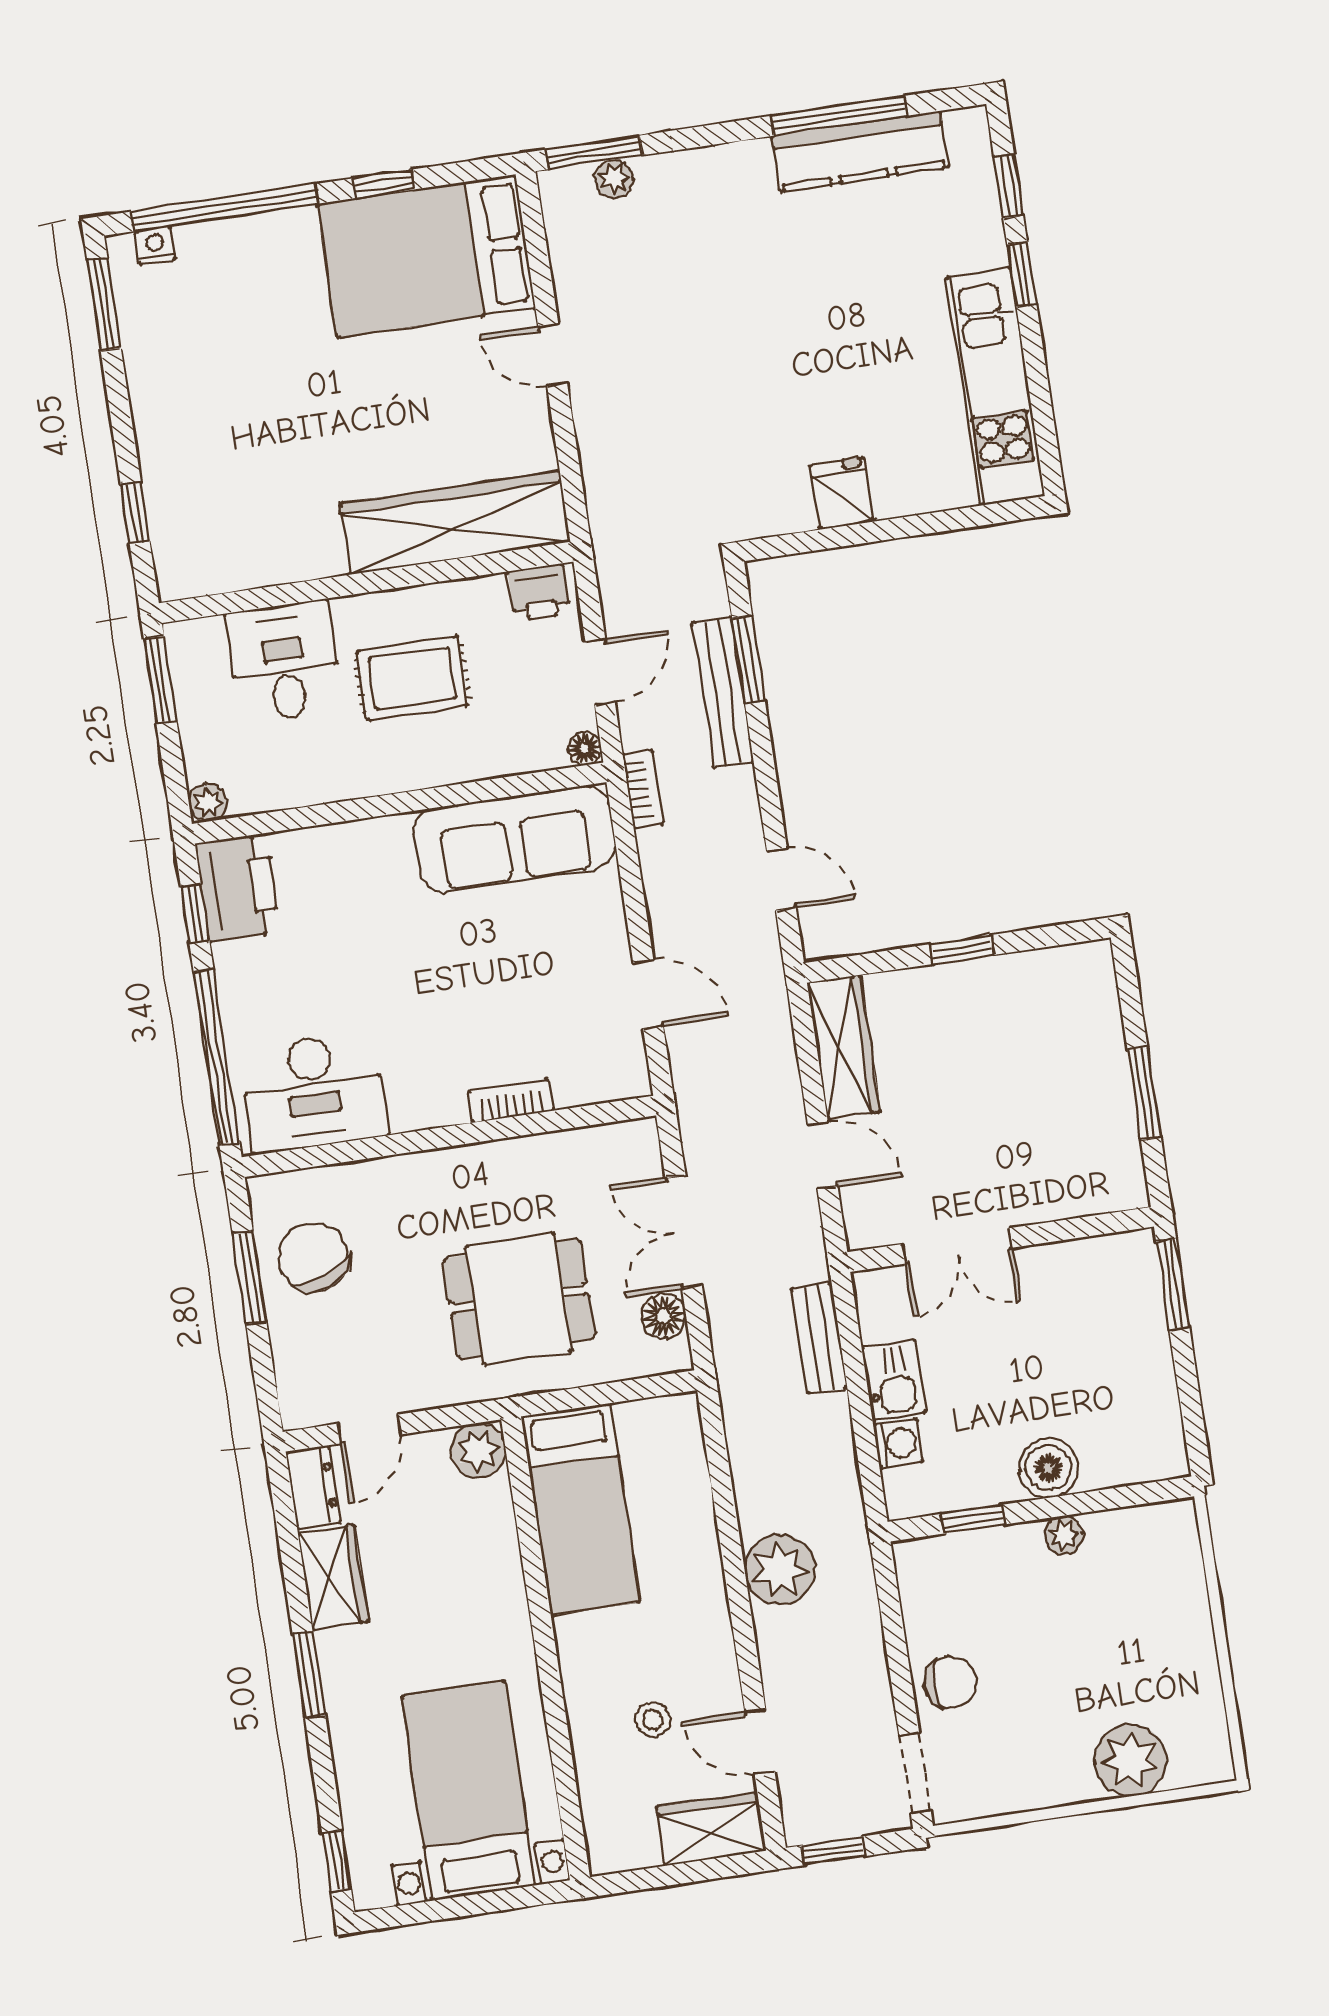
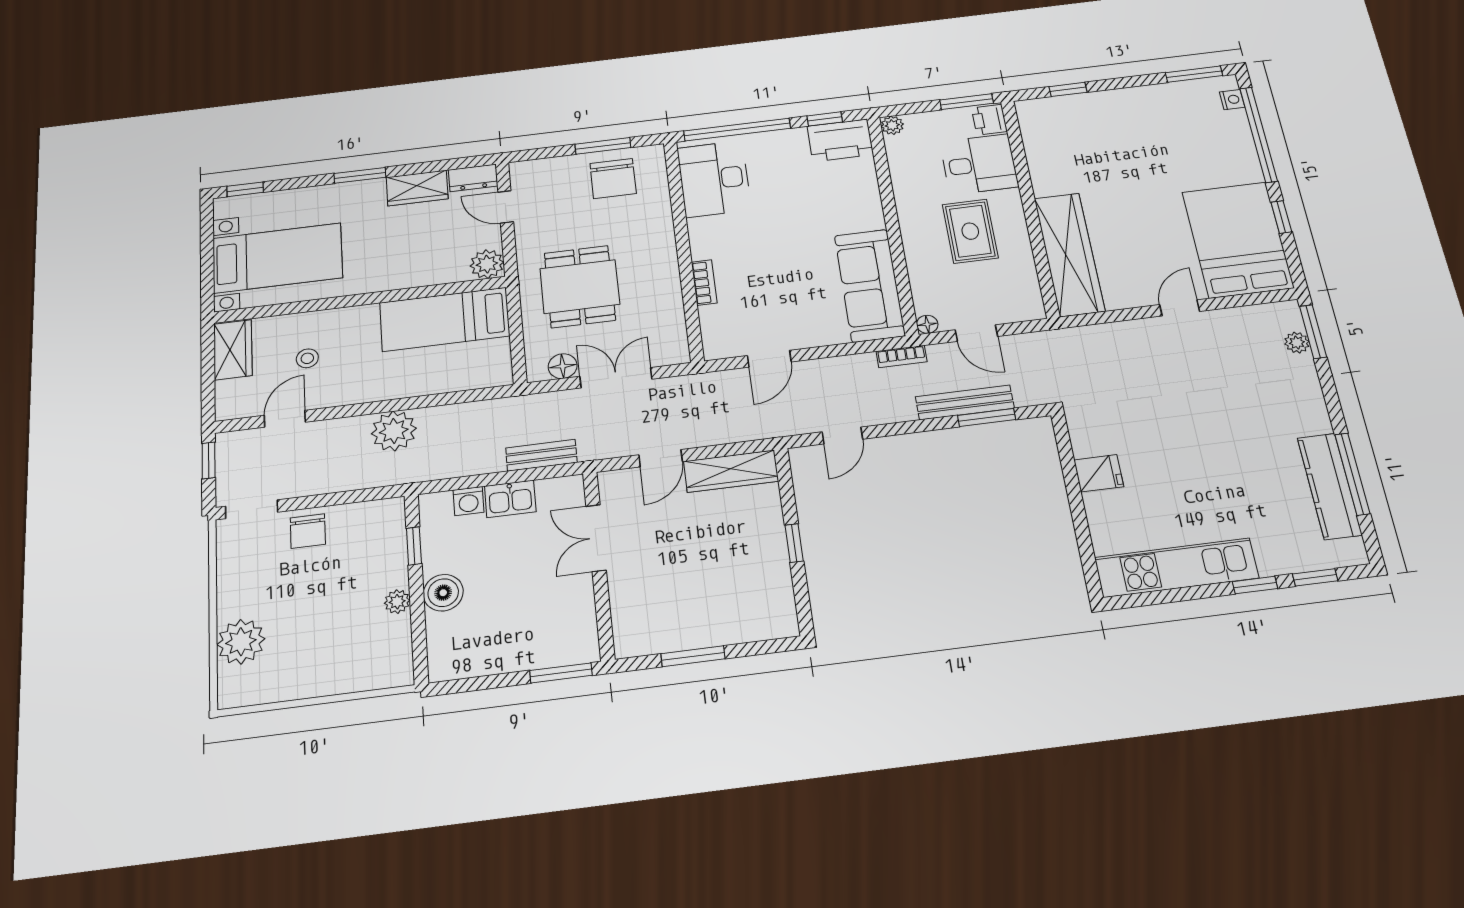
printer: (539, 592) -> (989, 120), moved
chair: (314, 1257) -> (613, 178), turned 111
wardrobe: (711, 1829) -> (233, 350), moved

